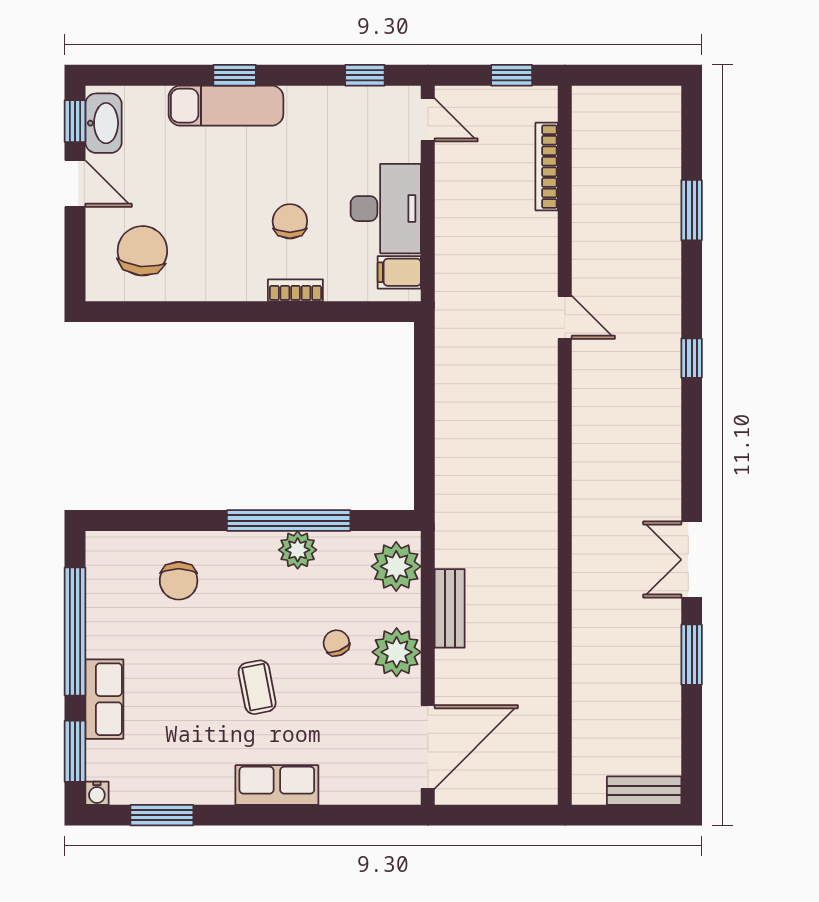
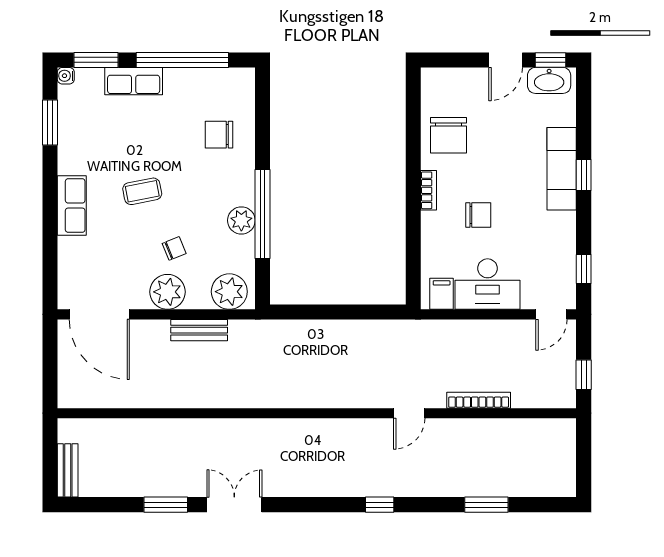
bookcase: (547, 167) -> (479, 400), moved
chair: (142, 251) -> (448, 135), moved, turned 84
bookcase: (295, 290) -> (429, 190), moved

